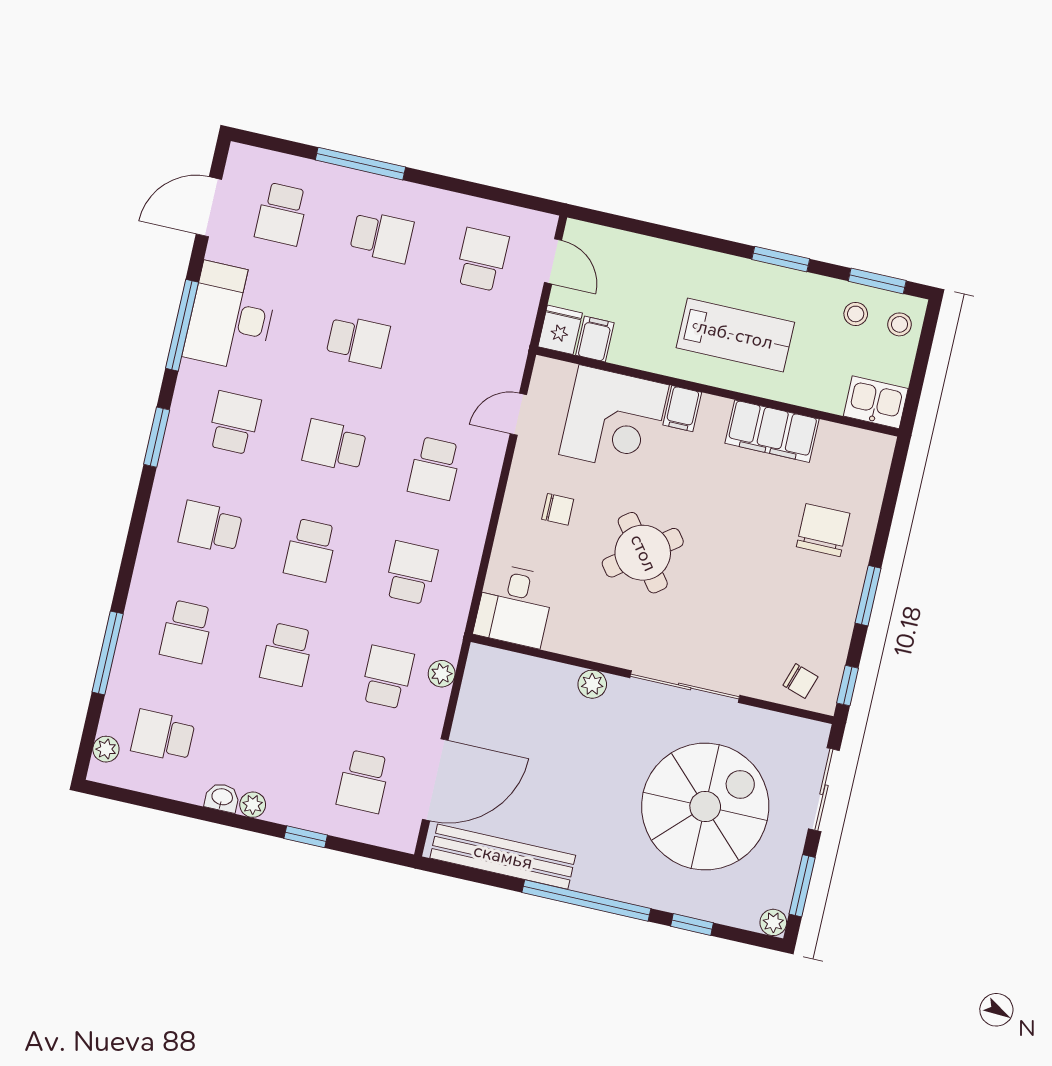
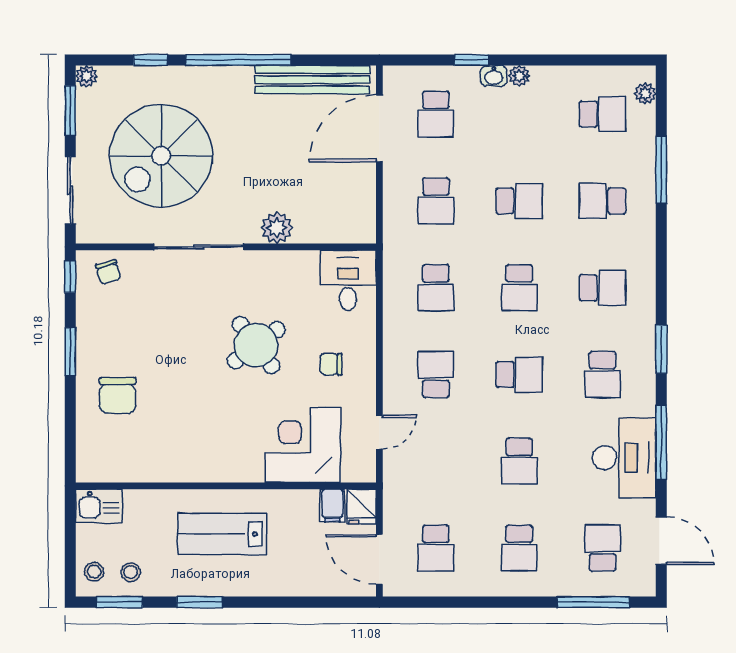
window: (360, 164) -> (594, 602), moved
door: (209, 207) -> (661, 541), hinge flipped
school desk: (382, 237) -> (519, 548), turned -90
door: (553, 261) -> (379, 559), width x1.38
school desk: (358, 341) -> (519, 461), turned -90
filing cabinet: (682, 409) -> (251, 466), removed
filing cabinet: (772, 431) -> (176, 464), removed
school desk: (311, 550) -> (519, 288), turned 180
school desk: (187, 632) -> (603, 201), turned -90
school desk: (287, 654) -> (519, 201), turned 90
plant: (442, 674) -> (393, 213), removed
chair: (800, 681) -> (108, 272), turned -124
plant: (592, 684) -> (277, 228), width x1.38, depth x1.38
school desk: (363, 781) -> (436, 114), turned 180
washbasin: (222, 798) -> (494, 76), moved

